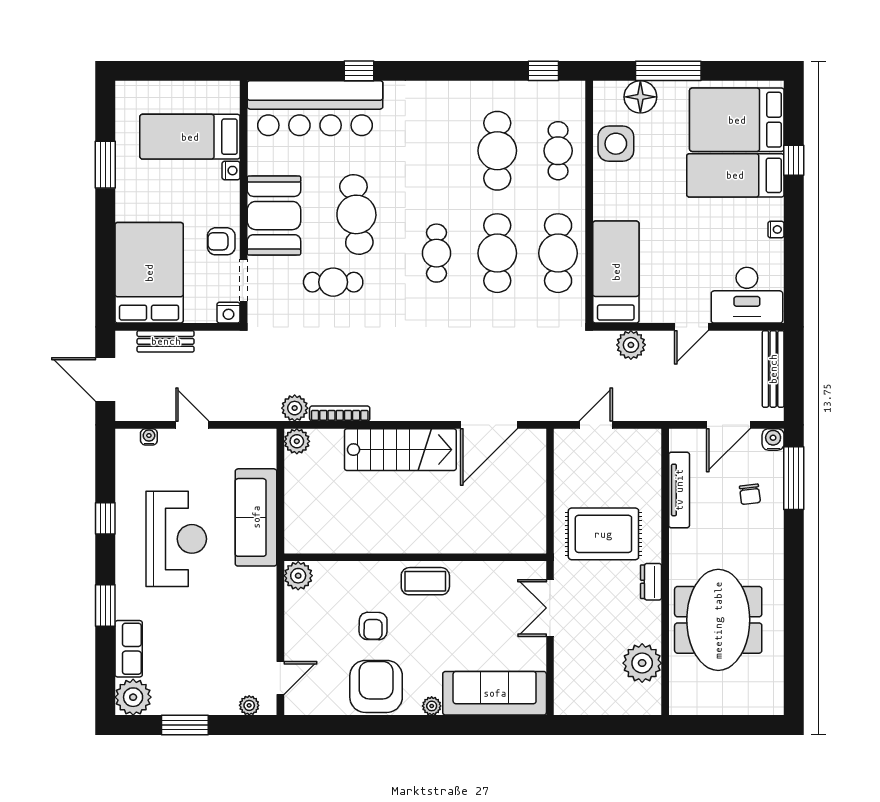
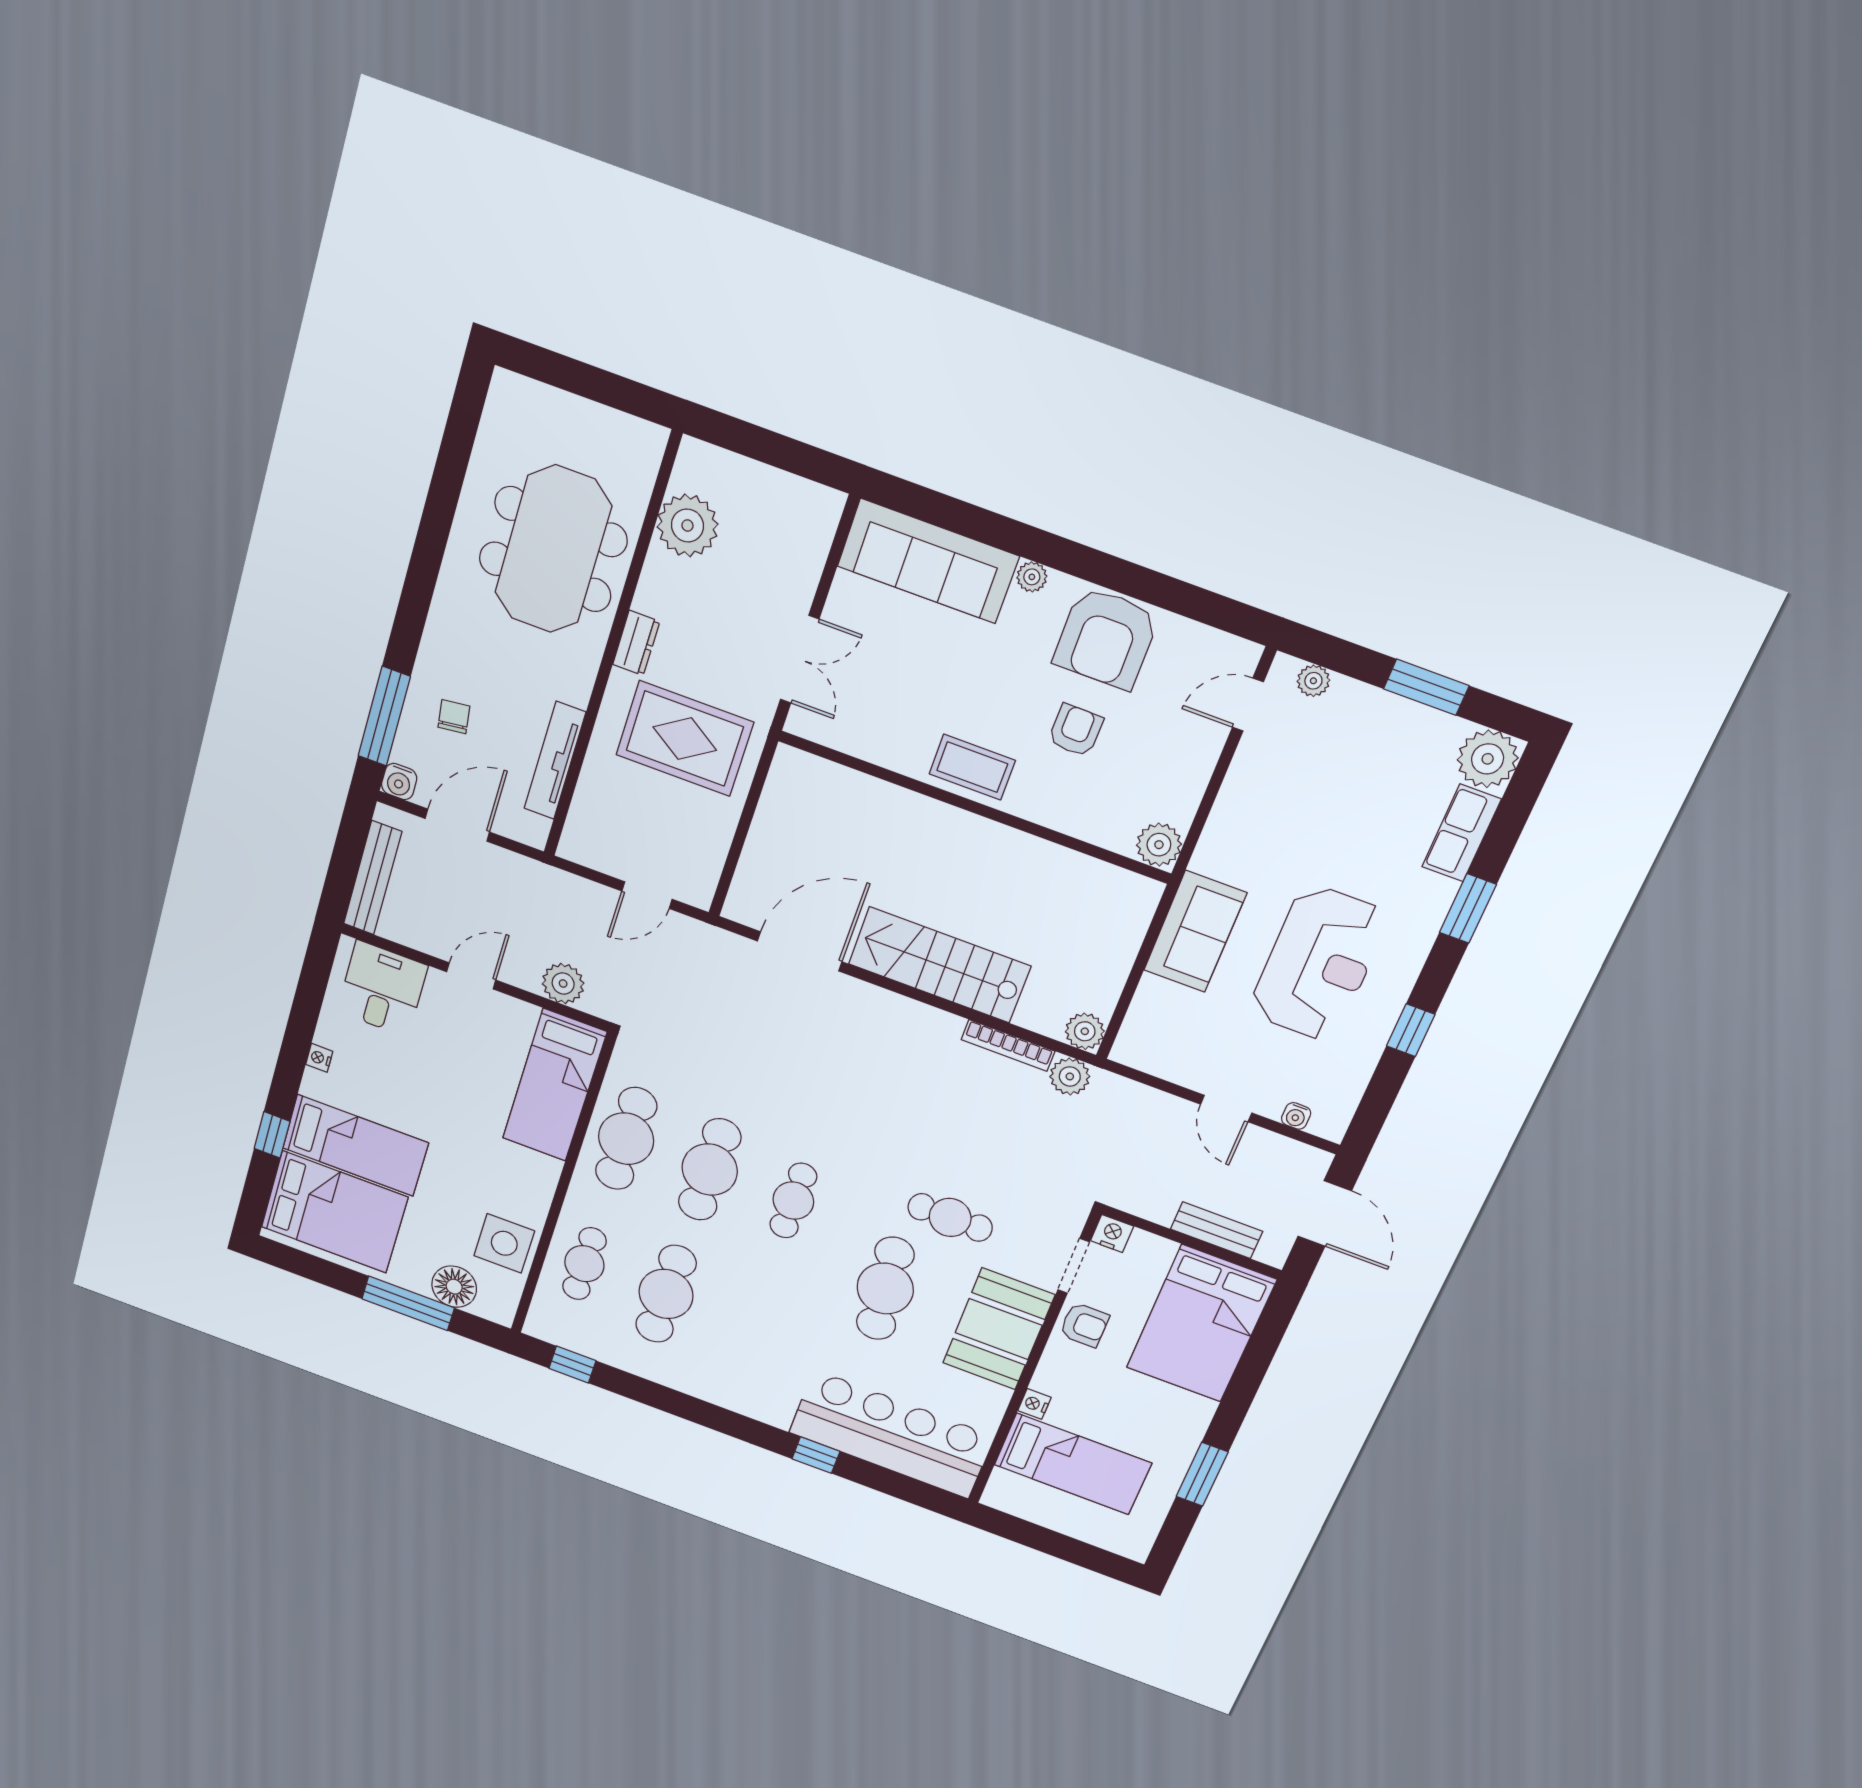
desk: (747, 295) -> (382, 989), width x0.73
sofa: (256, 517) -> (1195, 932), width x0.73
reception desk: (176, 539) -> (1318, 963), turned 180

